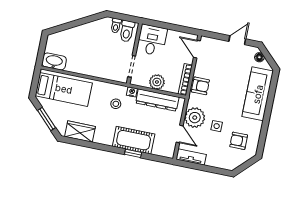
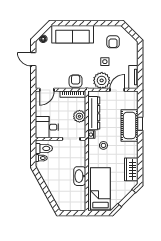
washbasin: (54, 61) -> (80, 176), moved

